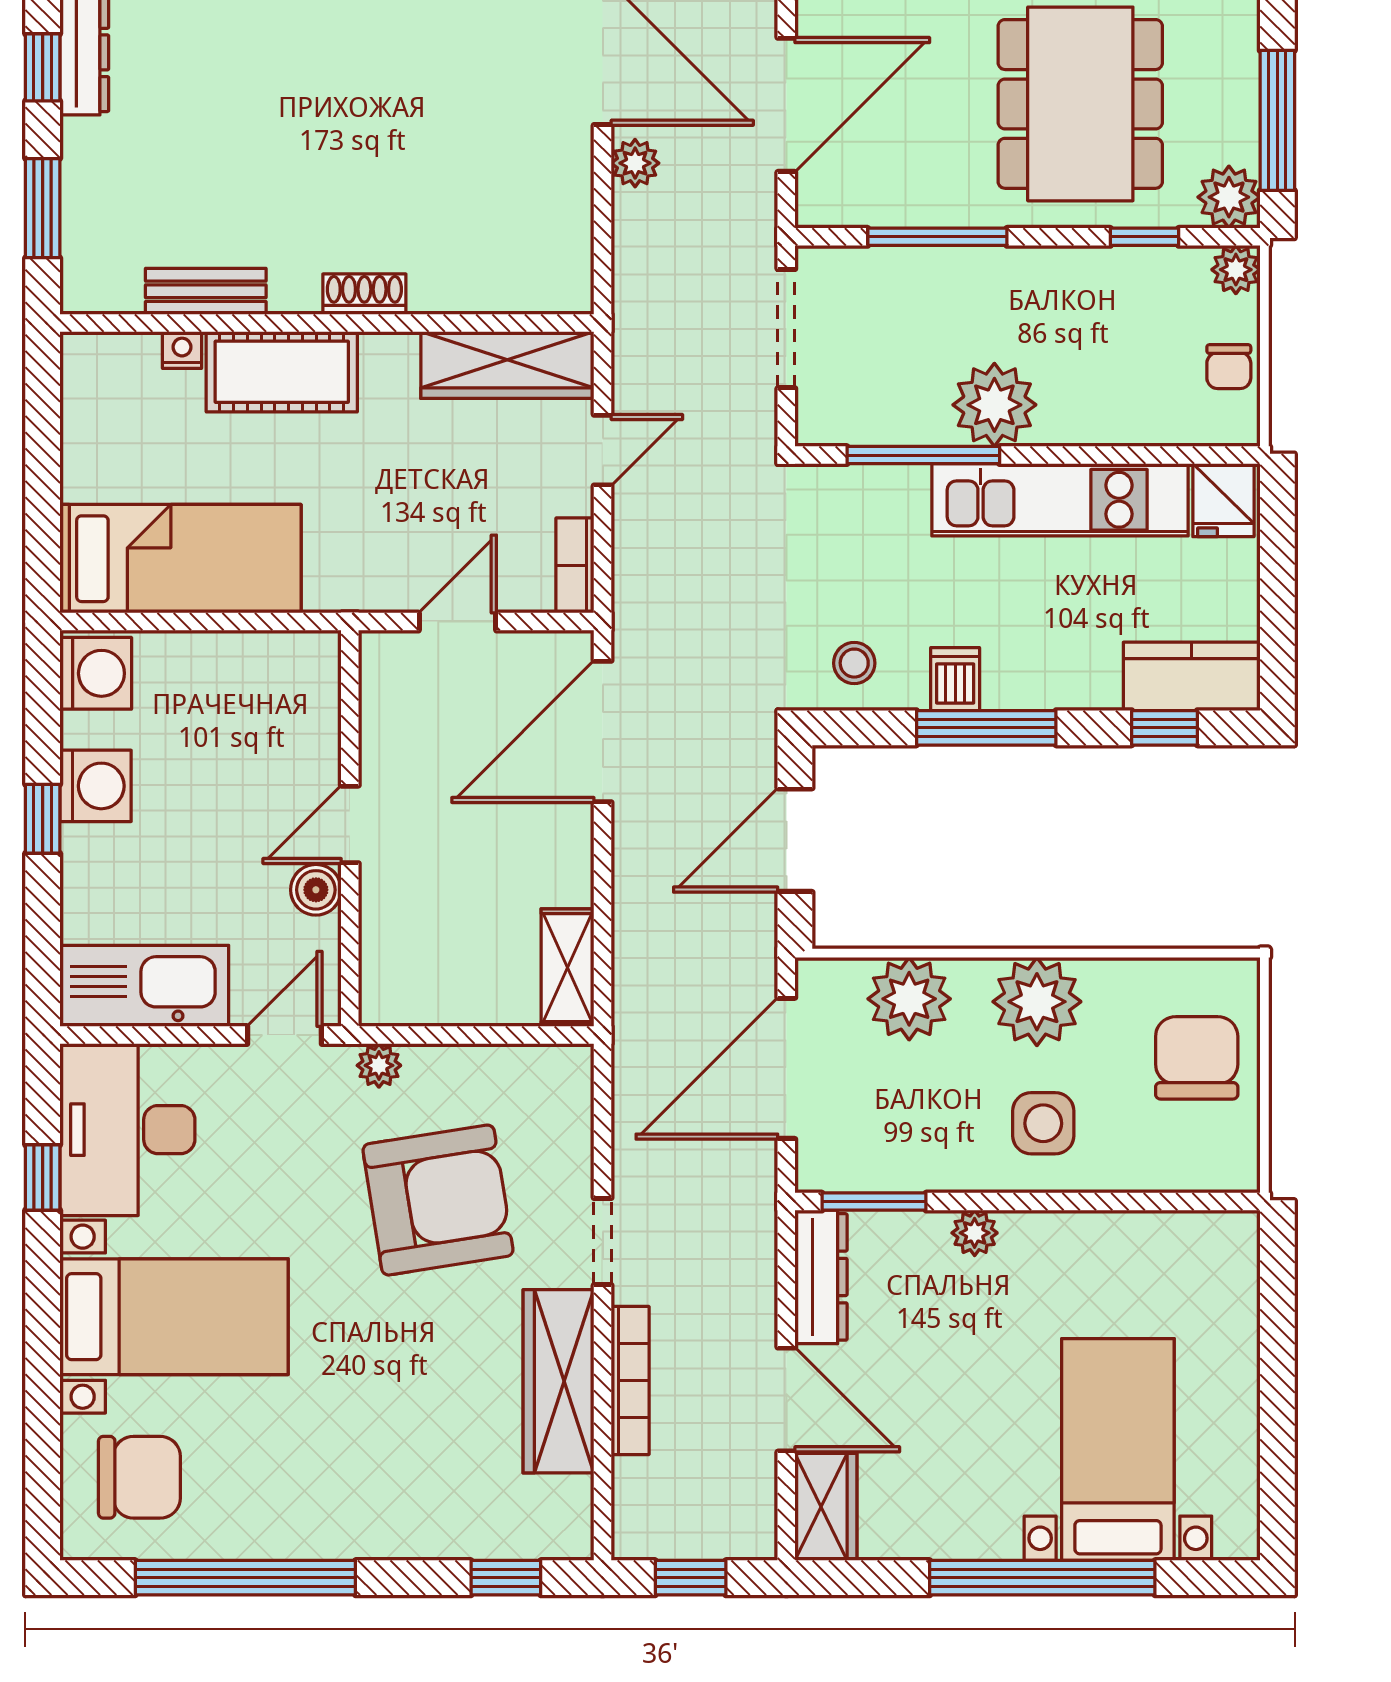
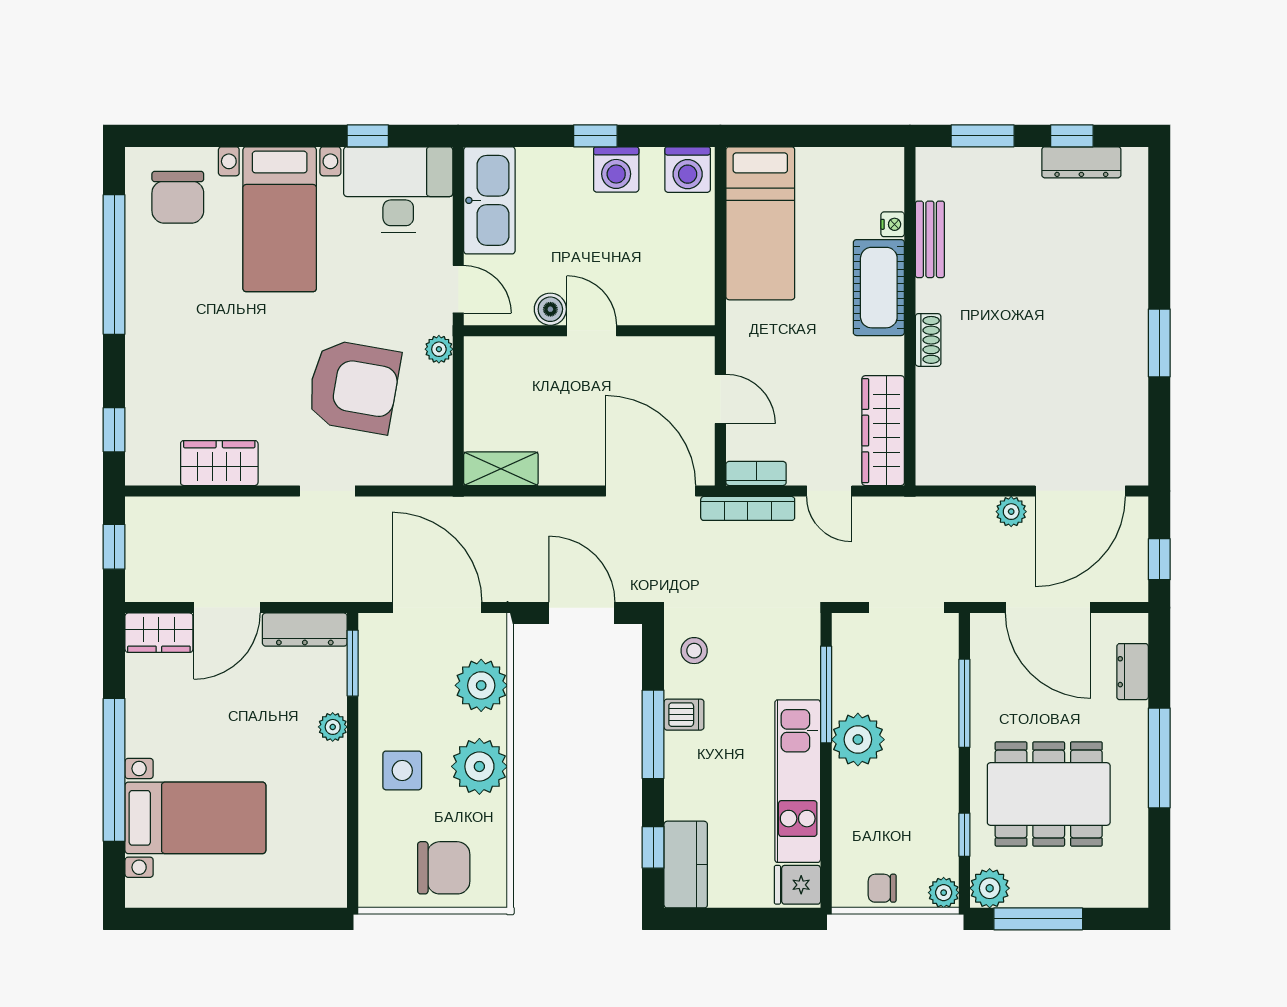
armchair: (438, 1200) -> (354, 387), turned -71
wardrobe: (558, 1381) -> (219, 463), width x0.67
bookcase: (630, 1381) -> (748, 508), moved

